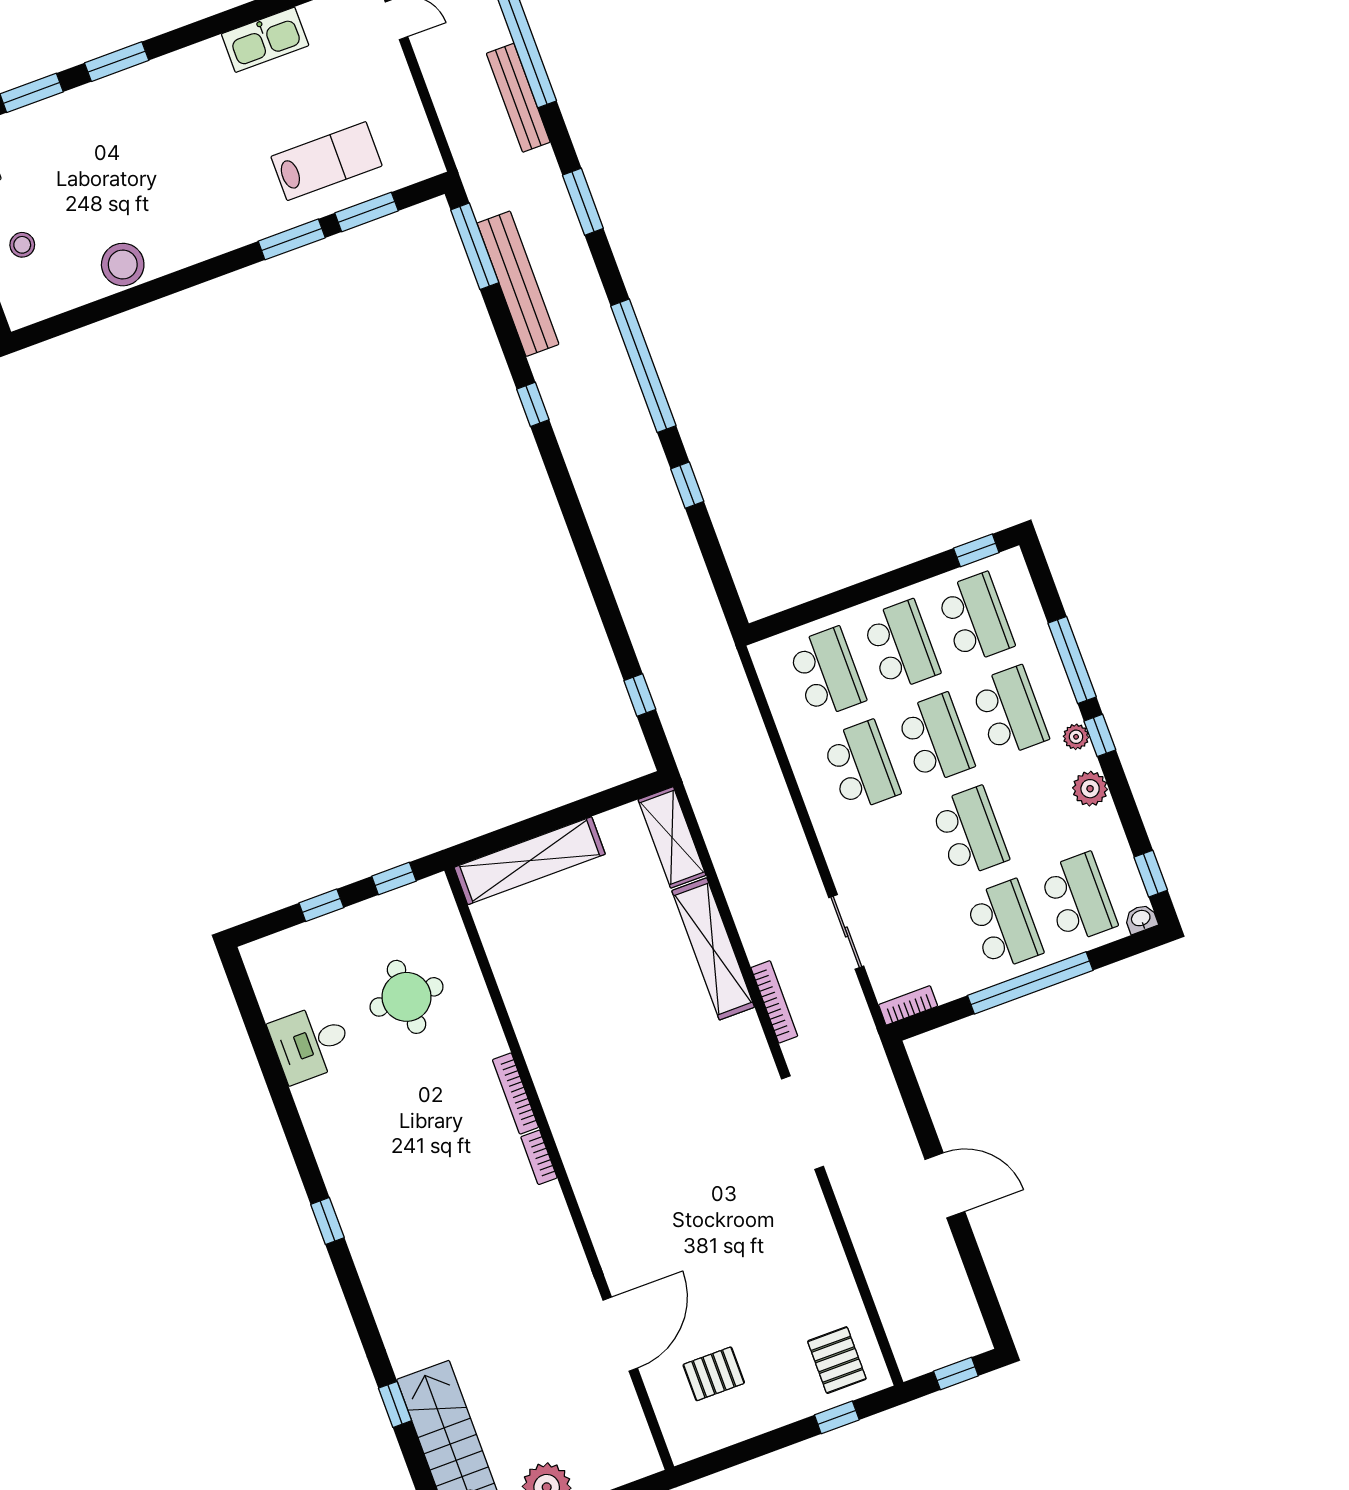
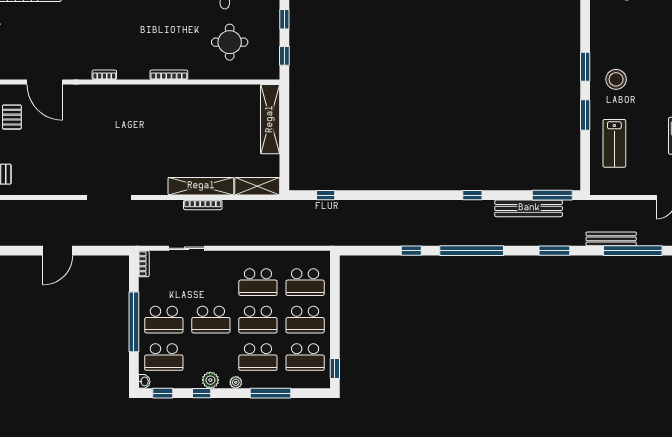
window: (366, 212) -> (585, 67), moved
stool: (123, 265) -> (616, 79), moved
window: (1100, 735) -> (202, 393), moved
bookcase: (774, 1002) -> (203, 205), moved
bookcase: (539, 1157) -> (104, 75), moved

